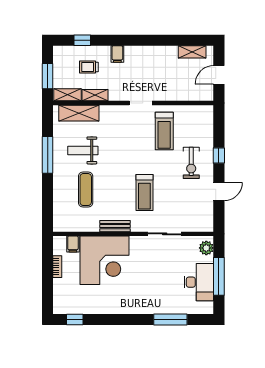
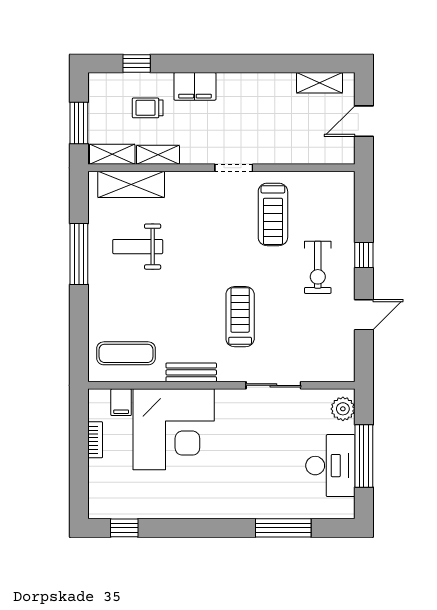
filing cabinet: (117, 54) -> (195, 86), width x2.00
exercise mat: (86, 190) -> (126, 353), moved, turned 90
treadmill: (144, 193) -> (240, 317), turned 180

